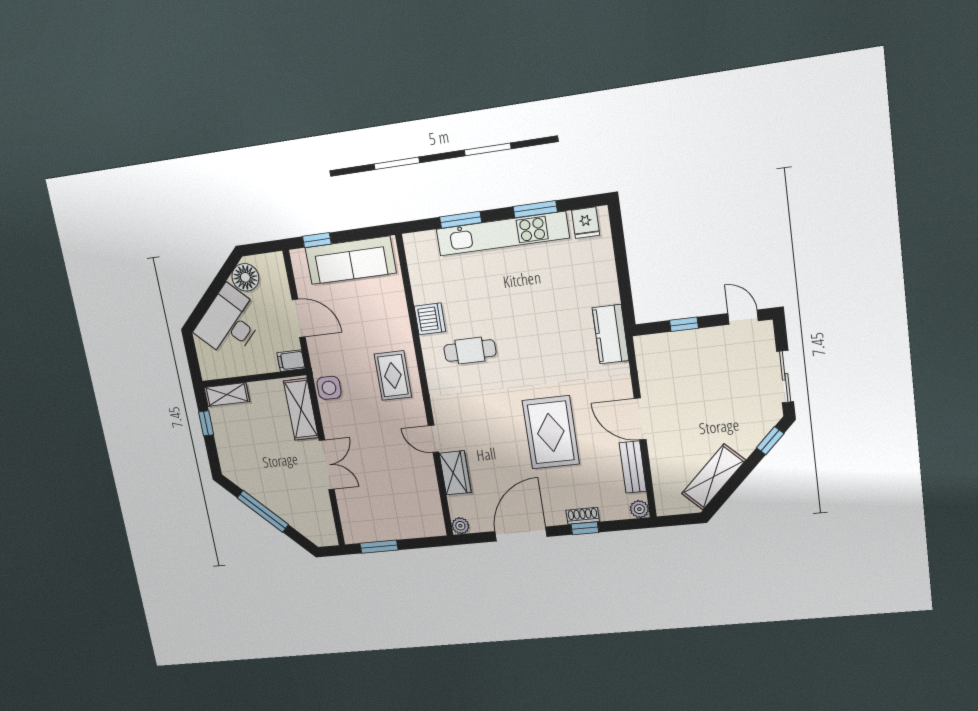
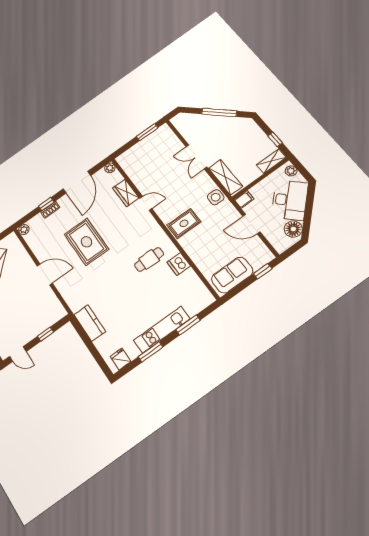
kitchen unit: (502, 234) -> (162, 330), width x0.73
sofa: (351, 260) -> (232, 275), width x0.73
kitchen counter: (611, 334) -> (90, 323), moved
plant: (207, 364) -> (291, 171), added
rug: (393, 376) -> (184, 223), turned 90
bench: (633, 467) -> (37, 248), removed

